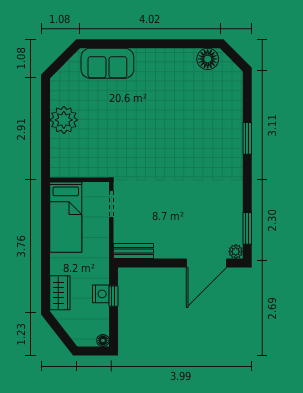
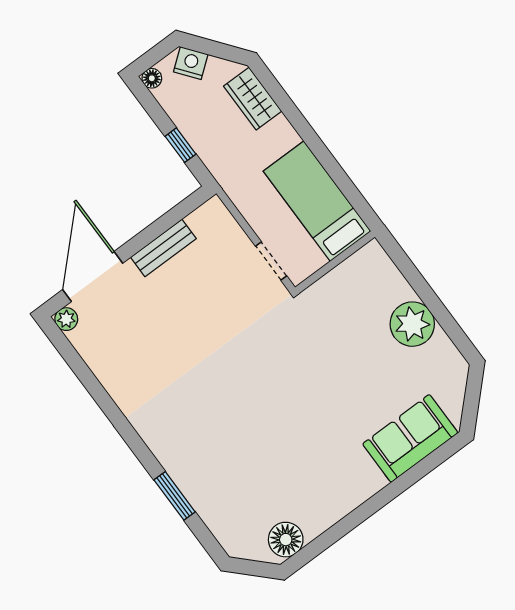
window: (247, 138) -> (175, 496), moved
window: (247, 228) -> (73, 360), removed
bench: (133, 251) -> (163, 248), moved
nightstand: (101, 294) -> (191, 63), moved, turned 142

